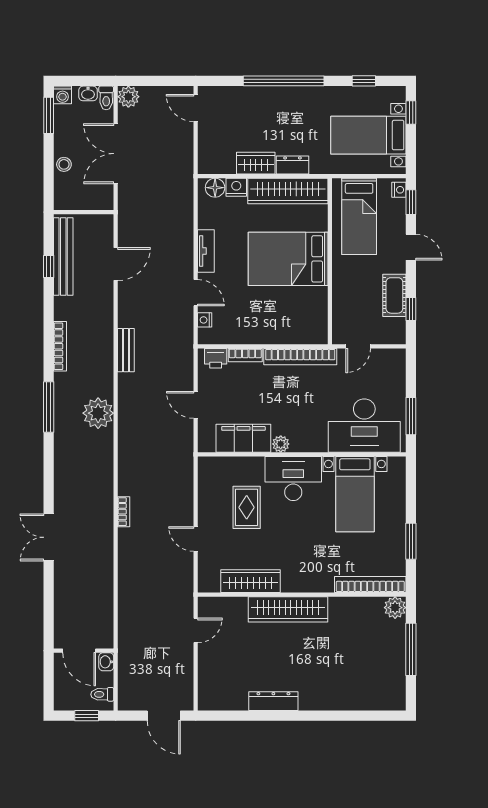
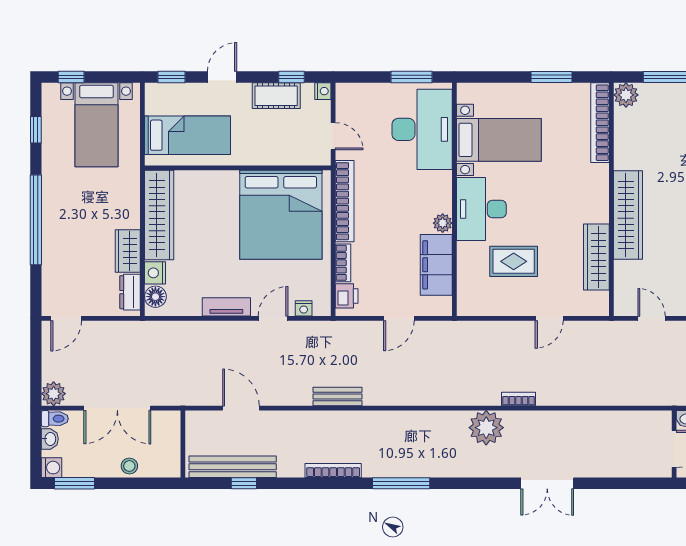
dresser: (292, 165) -> (130, 292), moved
nightstand: (399, 190) -> (323, 91), moved, turned 90
bed: (288, 259) -> (281, 215), moved, width x1.36
plant: (98, 413) -> (486, 428), moved

